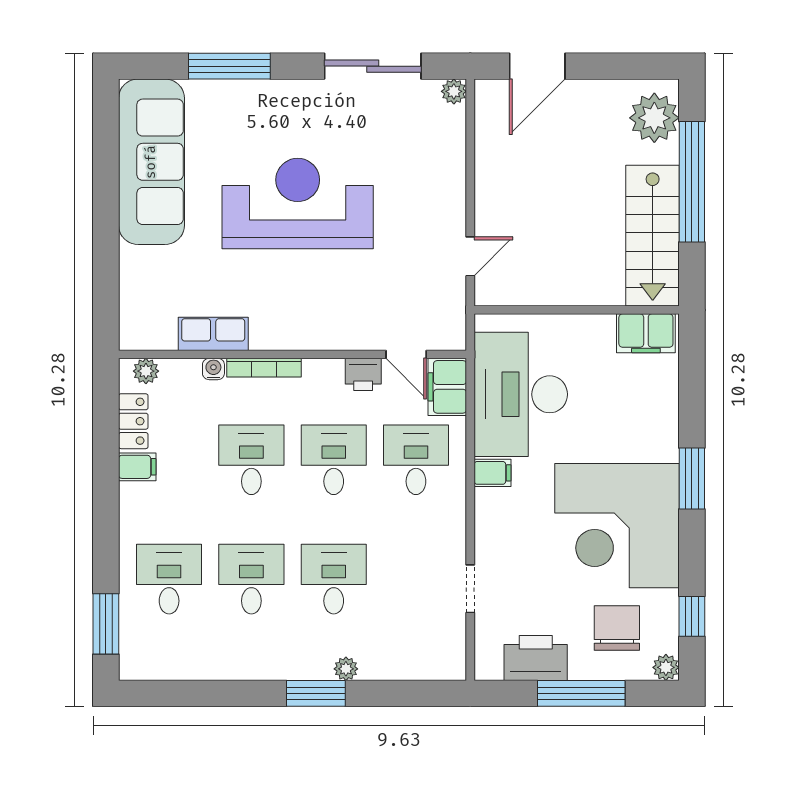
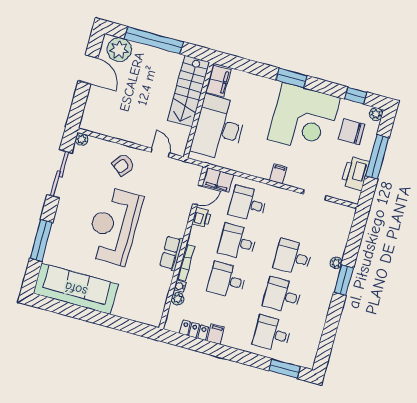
door: (537, 66) -> (88, 69), moved
armchair: (426, 189) -> (123, 165), added
stairs: (653, 236) -> (189, 91), moved, turned 90
row of seats: (213, 334) -> (172, 253), moved
plant: (146, 371) -> (178, 299), moved
desk: (521, 394) -> (219, 128), moved, turned 90
filing cabinet: (492, 473) -> (278, 174), moved

